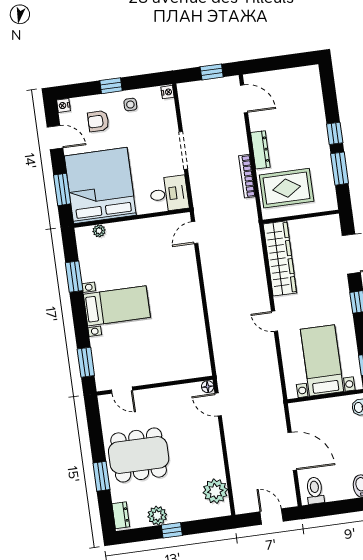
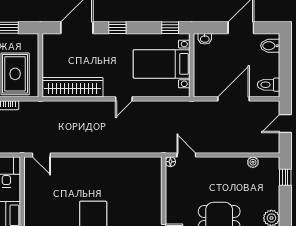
door: (218, 404) -> (186, 155), swing flipped
plant: (215, 491) -> (253, 162), width x0.53, depth x0.53
window: (172, 530) -> (285, 177), moved

